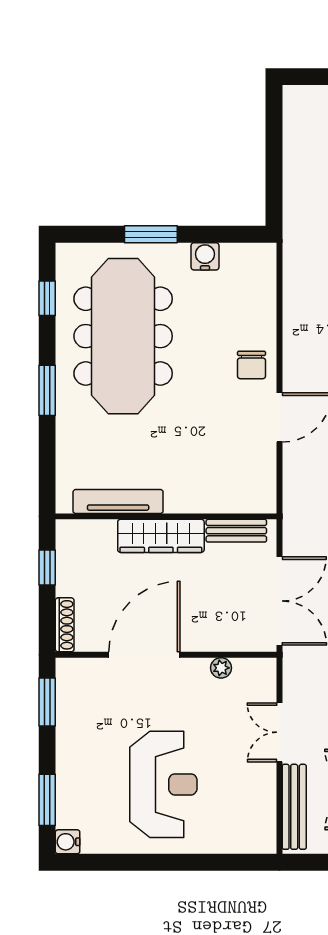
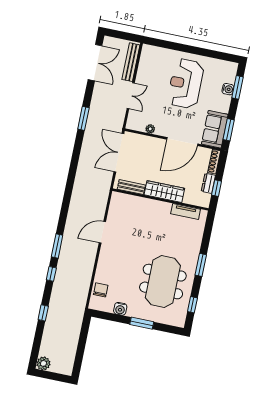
meeting table: (123, 336) -> (163, 282), width x0.73
chair: (252, 365) -> (101, 290), moved
tv unit: (118, 502) -> (186, 211), width x0.71
dresser: (67, 574) -> (208, 183), added
sofa: (78, 697) -> (215, 129), added
water cooler: (68, 842) -> (228, 89), moved

